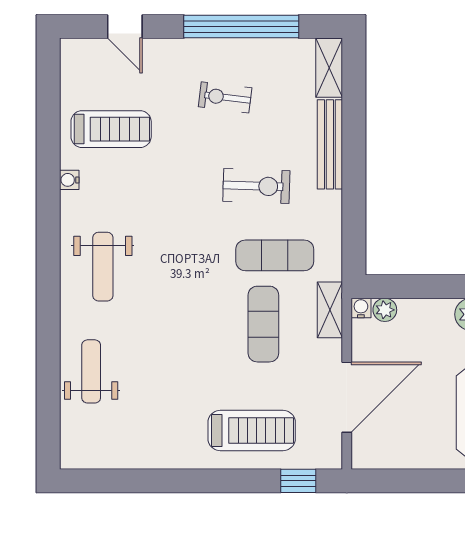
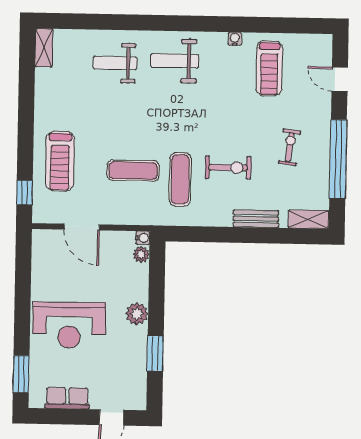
door: (125, 27) -> (340, 79), hinge flipped
bench: (330, 144) -> (256, 219), width x0.73
exercise bike: (256, 186) -> (228, 168), turned -92
shelving: (330, 310) -> (44, 48), moved, turned 90
weight bench: (91, 371) -> (115, 63), moved, turned 180
door: (347, 397) -> (82, 227), width x0.73

